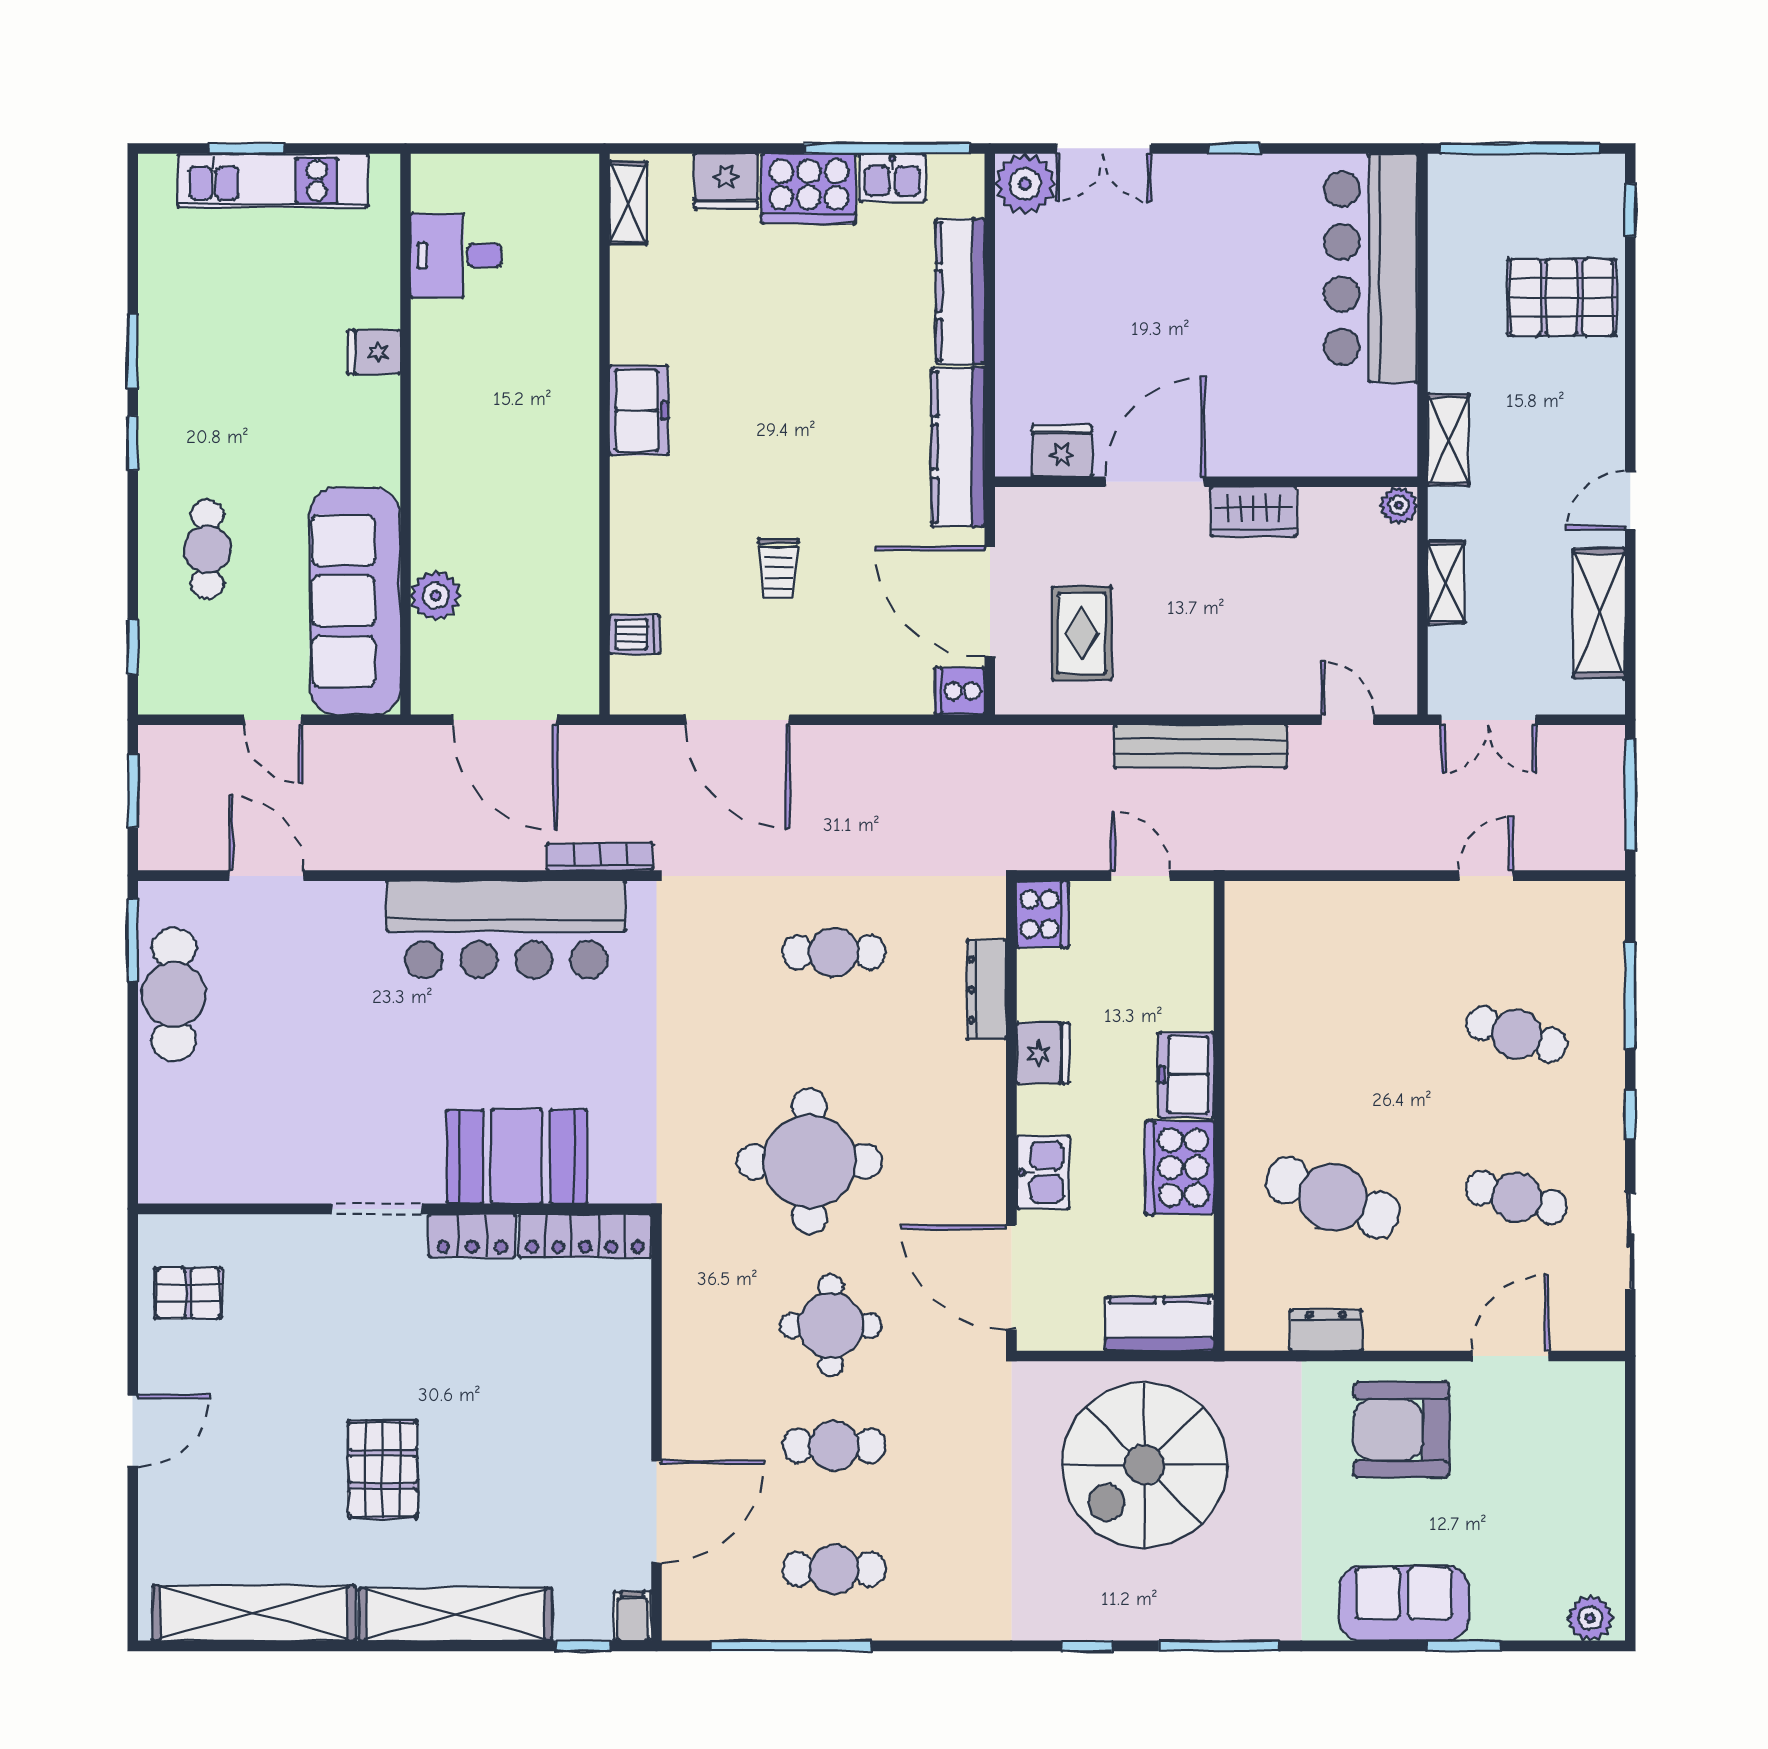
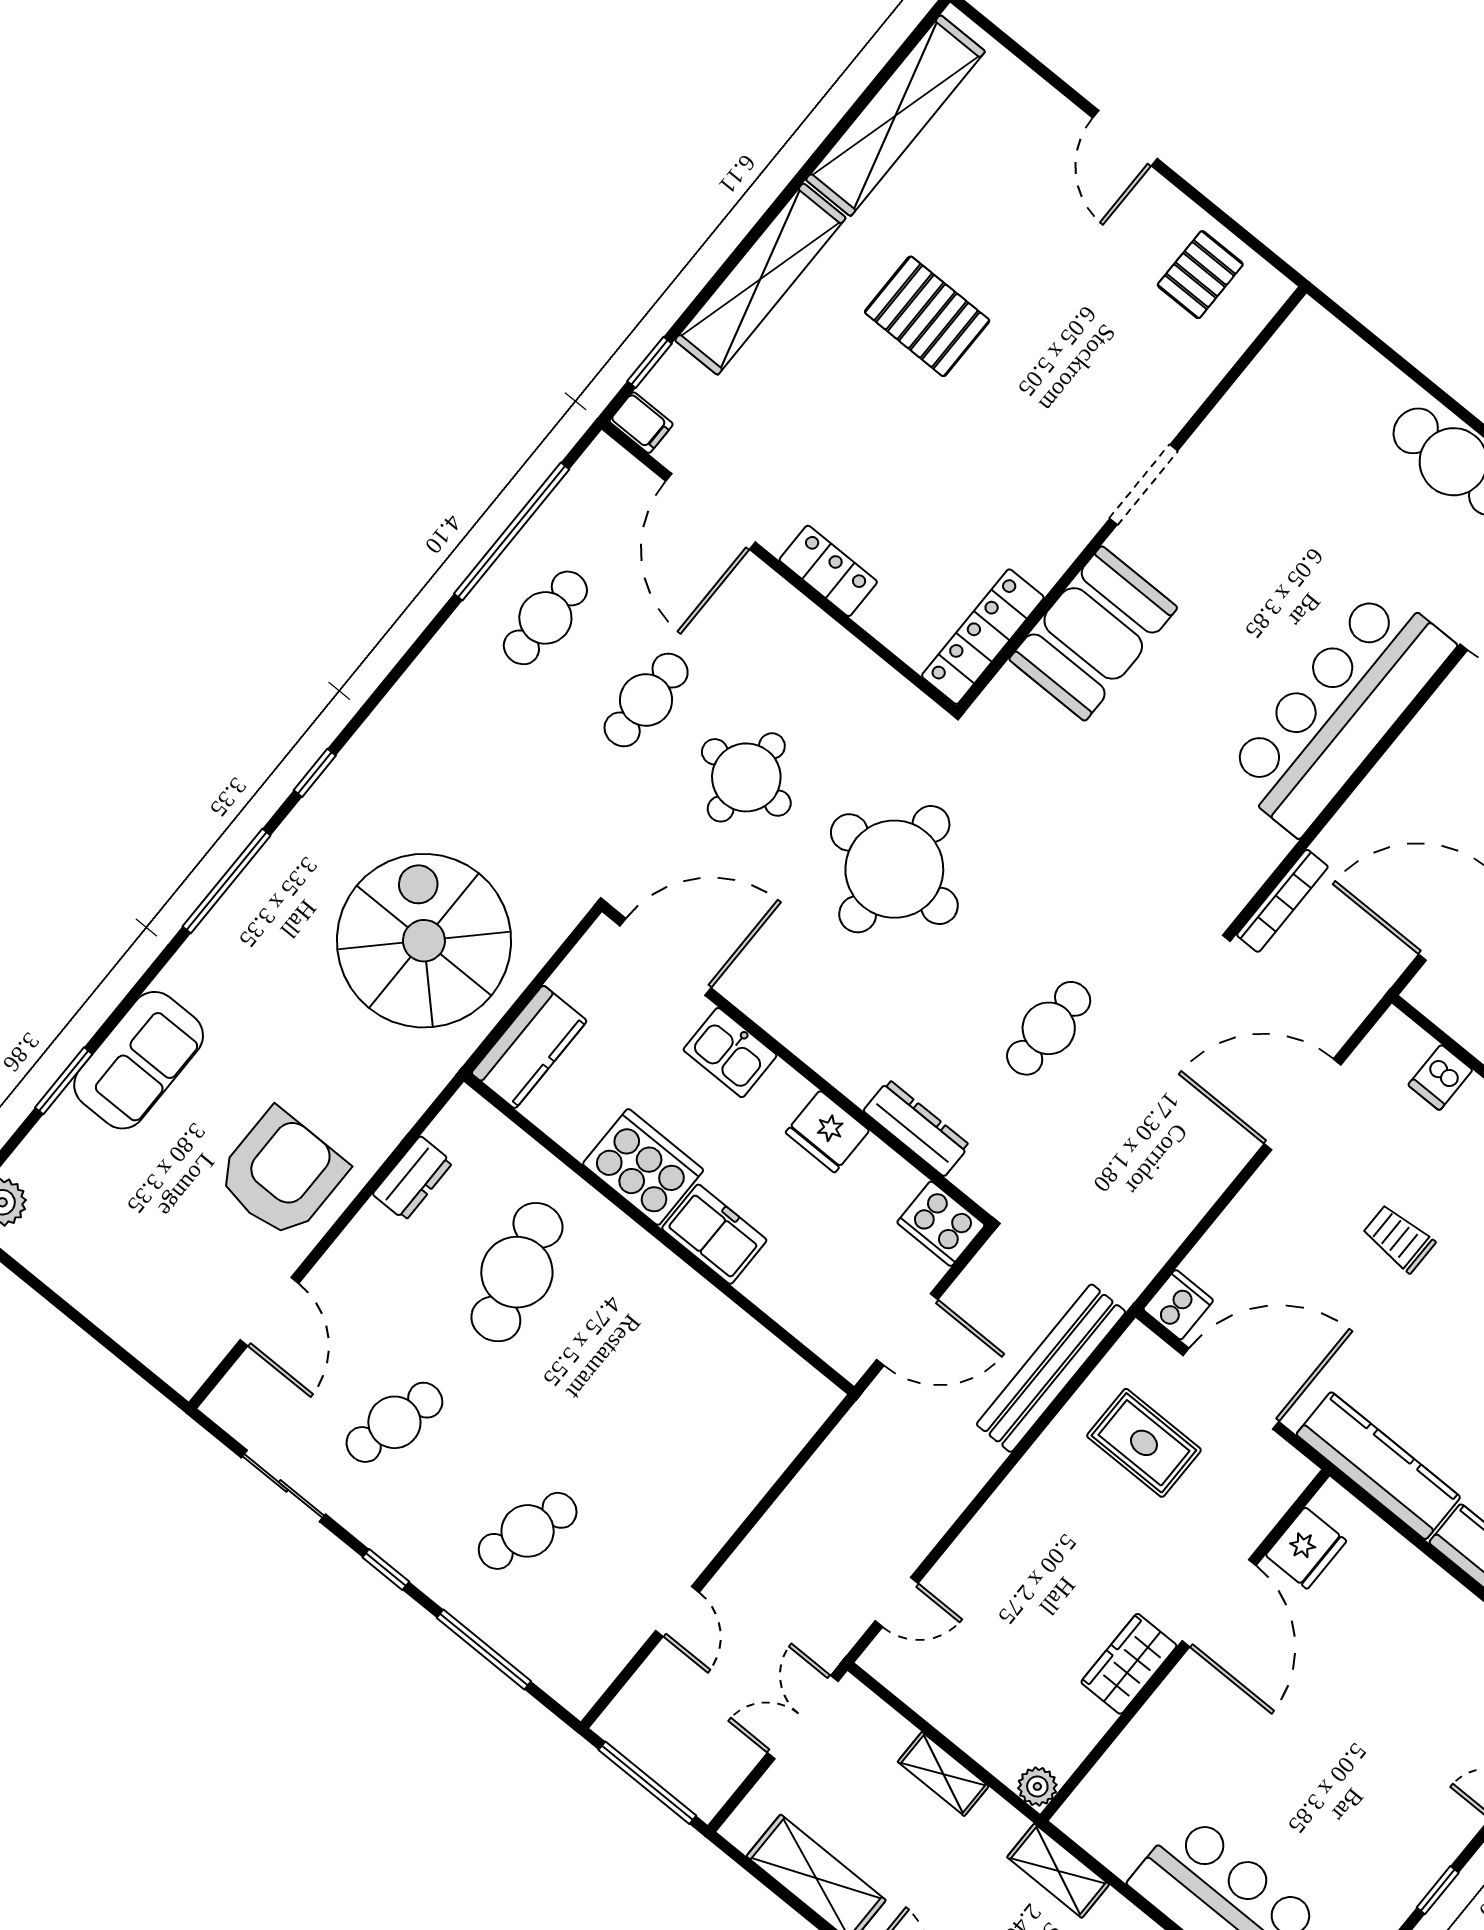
bench: (1200, 747) -> (1051, 1368), moved
door: (1140, 876) -> (907, 1329), width x1.38
bar counter: (506, 930) -> (1339, 710), moved
cafe table: (1333, 1197) -> (517, 1272), turned -36
locker: (472, 1236) -> (828, 571), moved, turned 90

